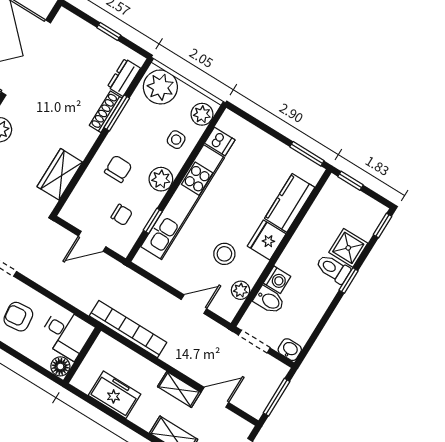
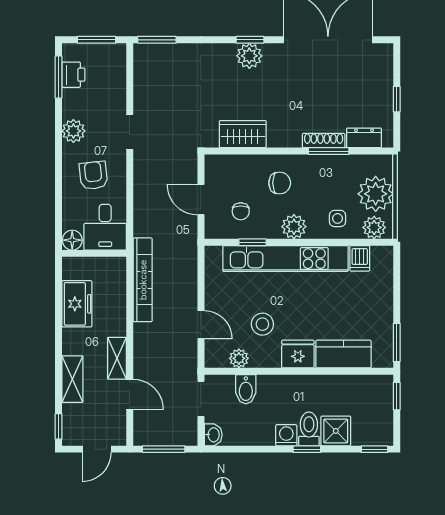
plant: (160, 87) -> (376, 194), moved
washing machine: (277, 280) -> (286, 435), moved, turned 180

